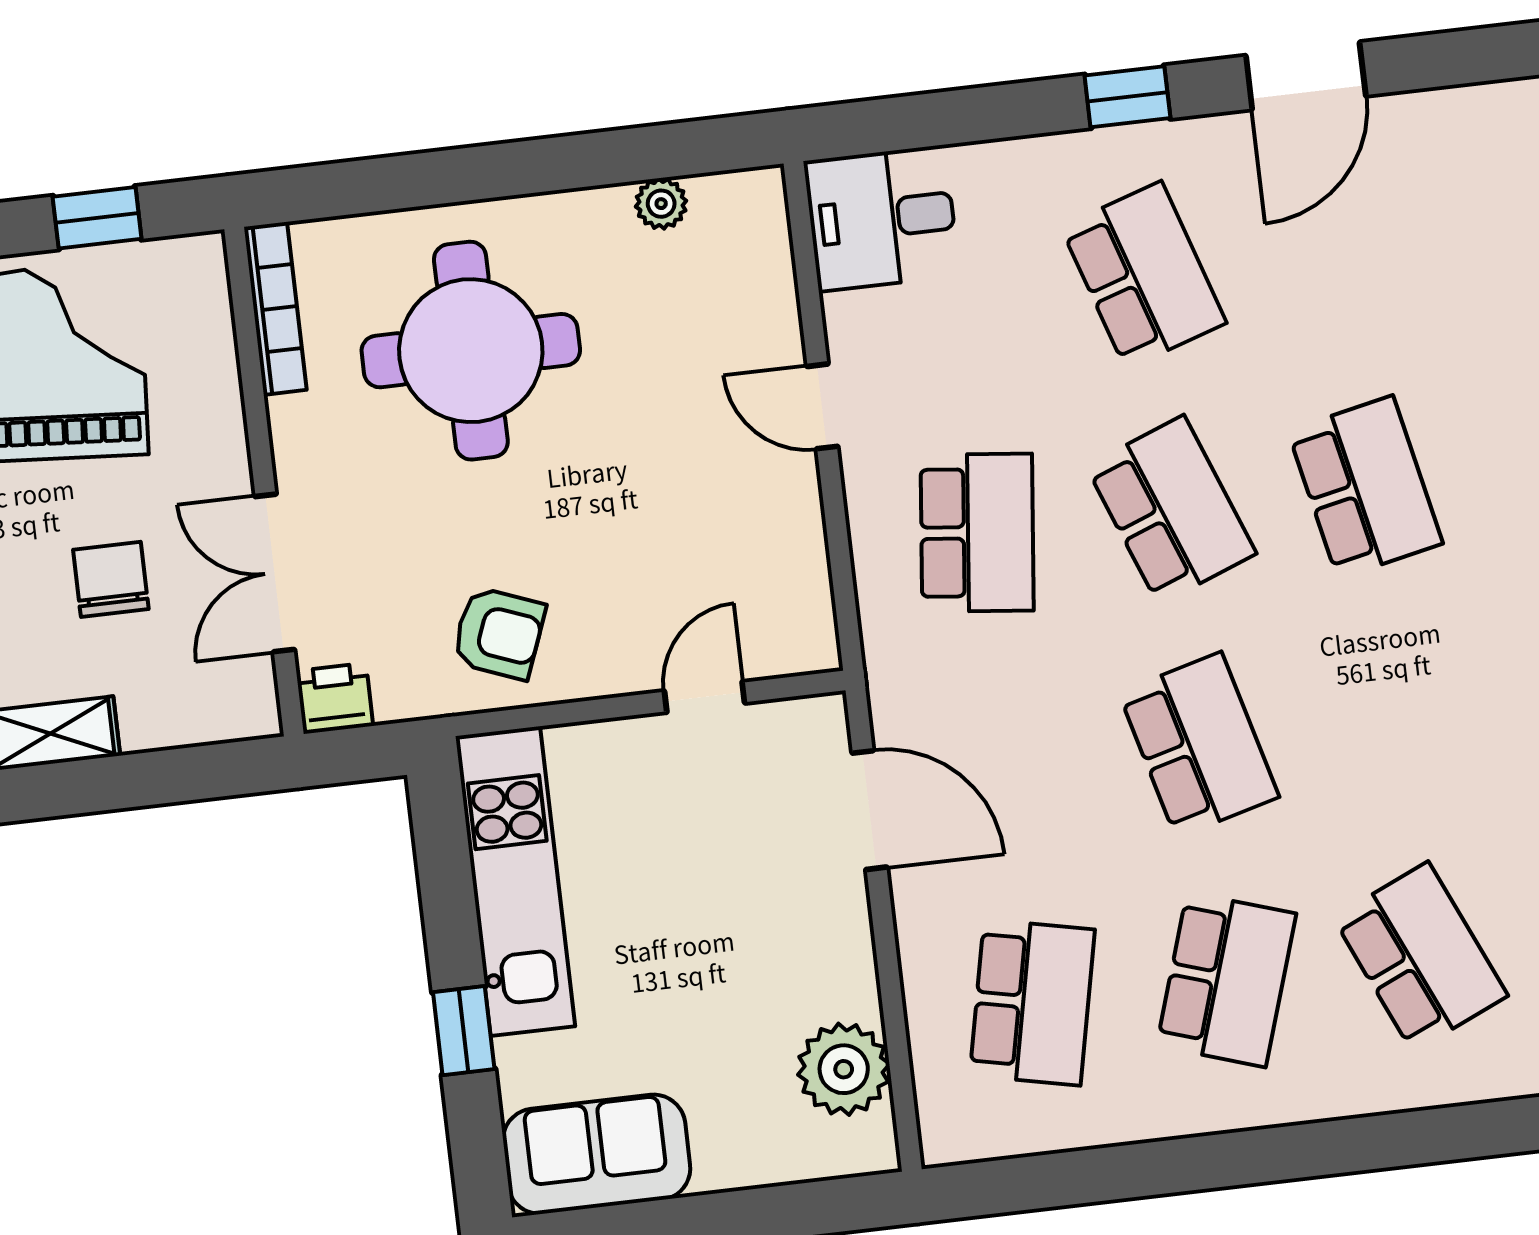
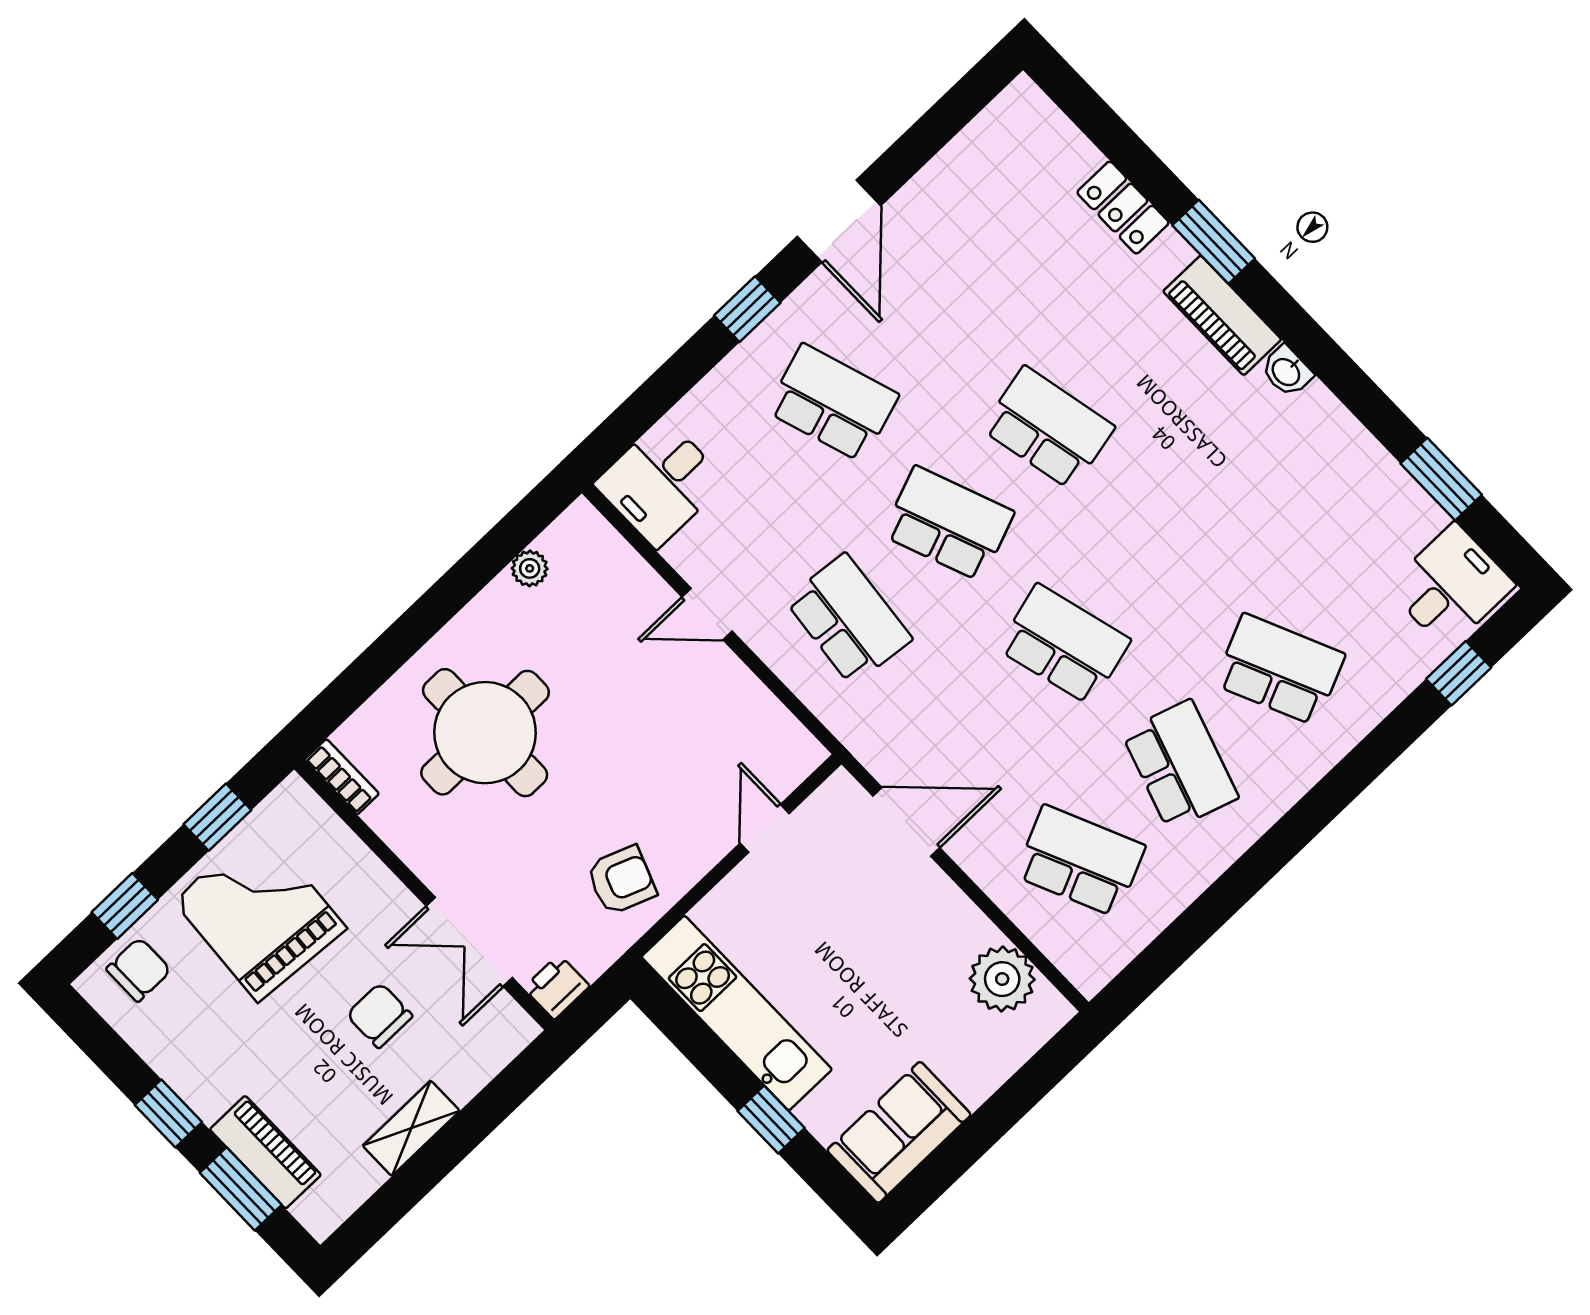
bookcase: (275, 308) -> (342, 777), width x0.64
school desk: (1032, 1002) -> (1080, 861), turned -36

